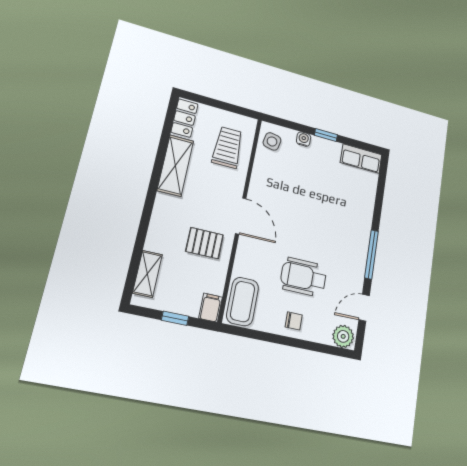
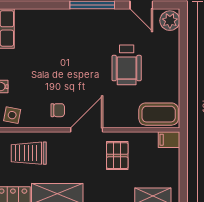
window: (175, 318) -> (183, 166), removed
chair: (294, 321) -> (58, 110), moved, turned 90

